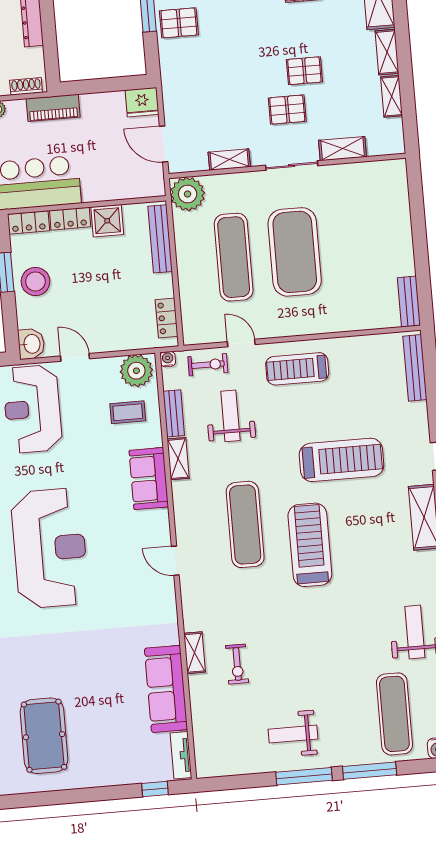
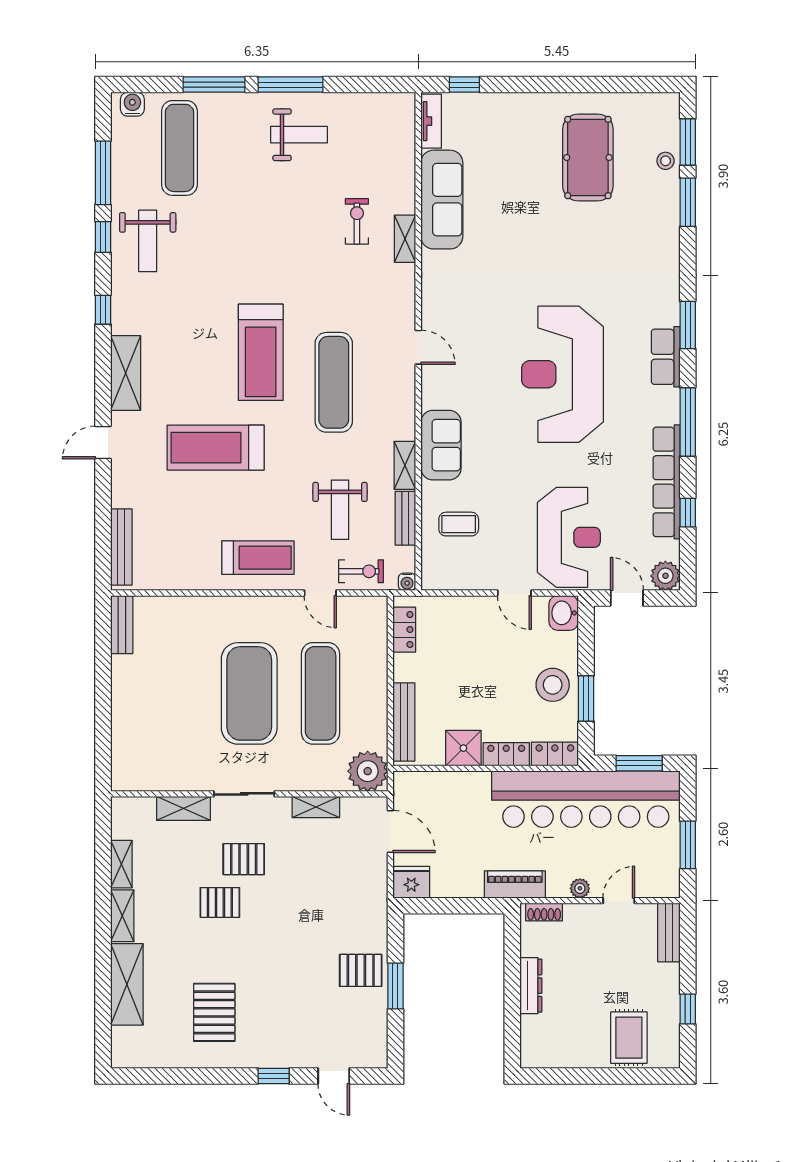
exercise bike: (208, 365) -> (361, 571), turned 180
plant: (136, 371) -> (445, 571), removed

